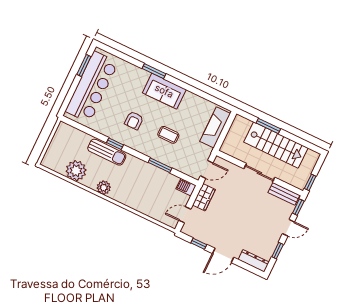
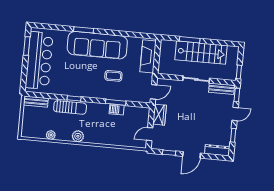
sofa: (164, 91) -> (97, 45), width x1.85, depth x1.27
armchair: (134, 121) -> (82, 75), removed
bench: (71, 132) -> (36, 102), added
plant: (76, 171) -> (51, 135), width x0.53, depth x0.53
barbecue: (186, 187) -> (117, 110), moved

